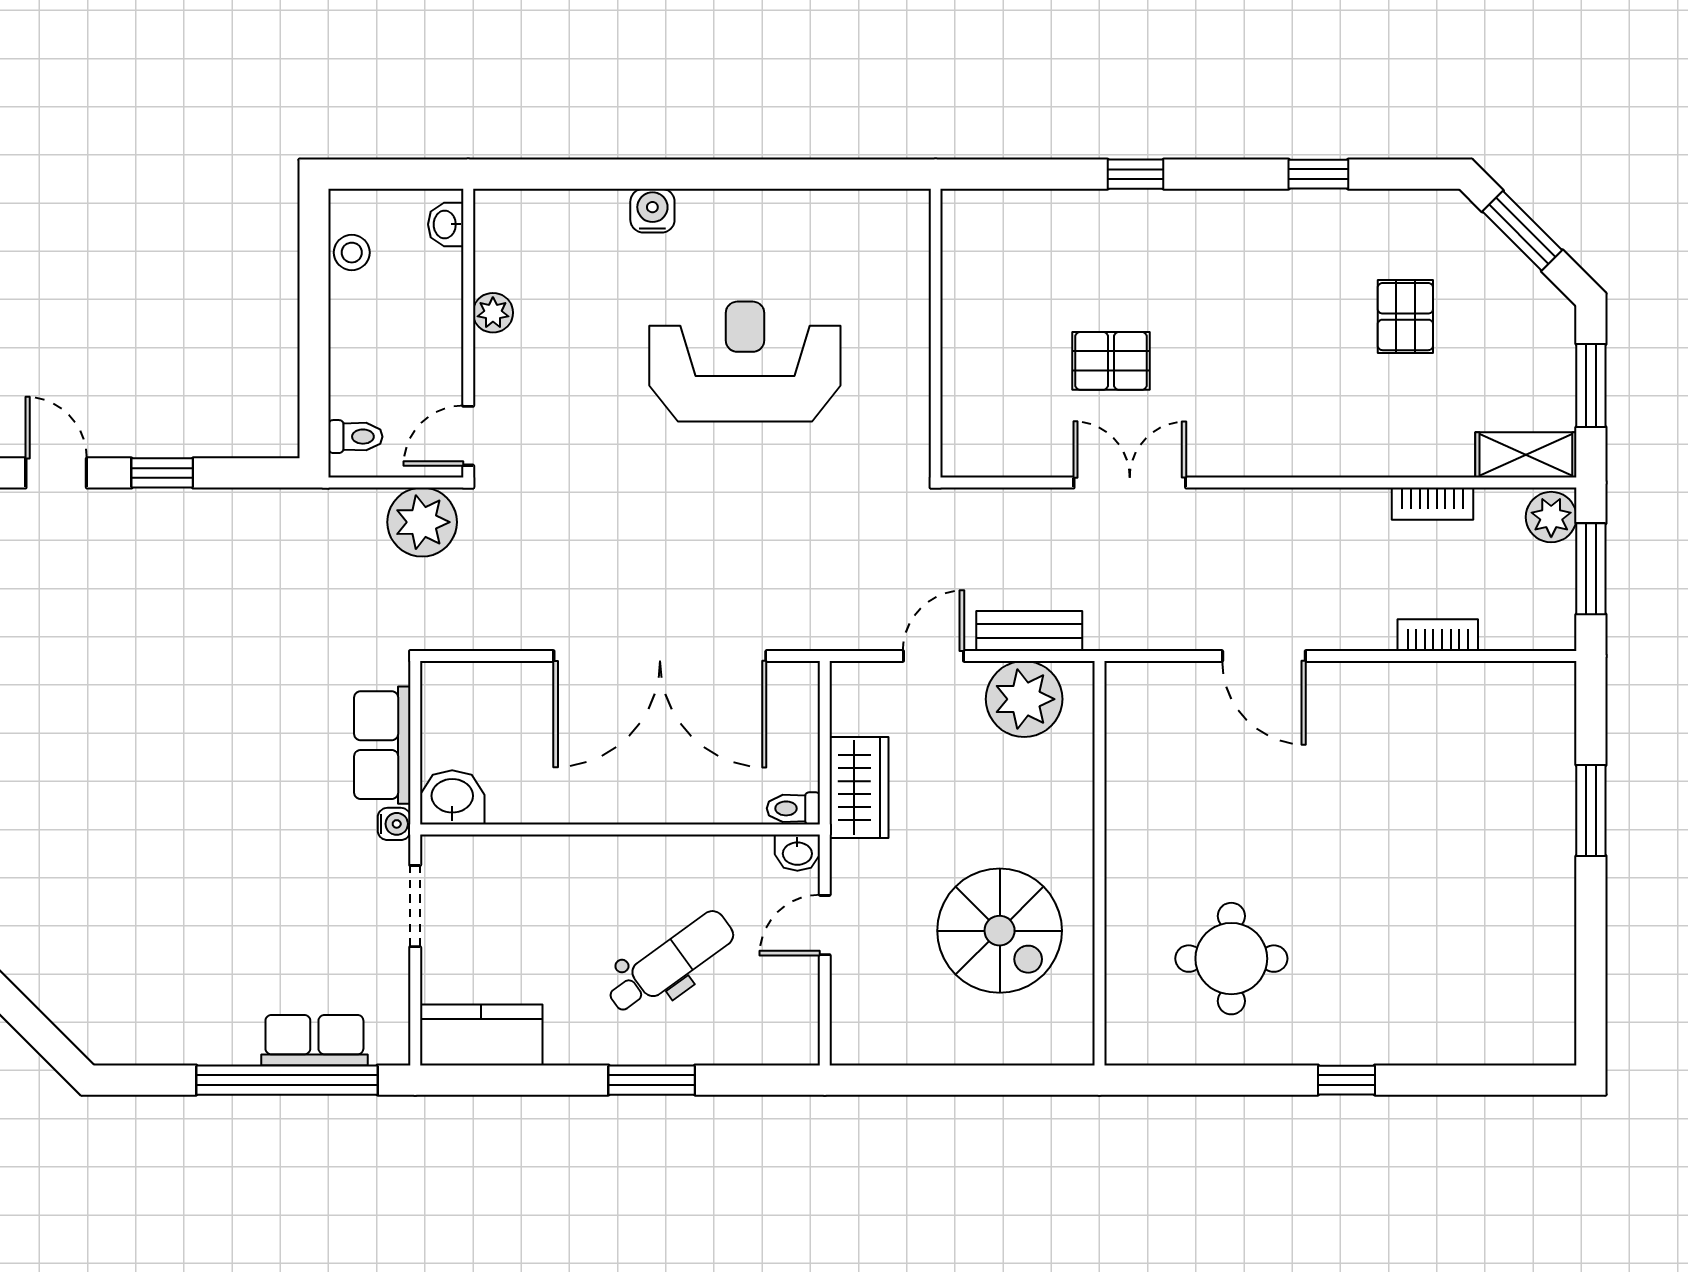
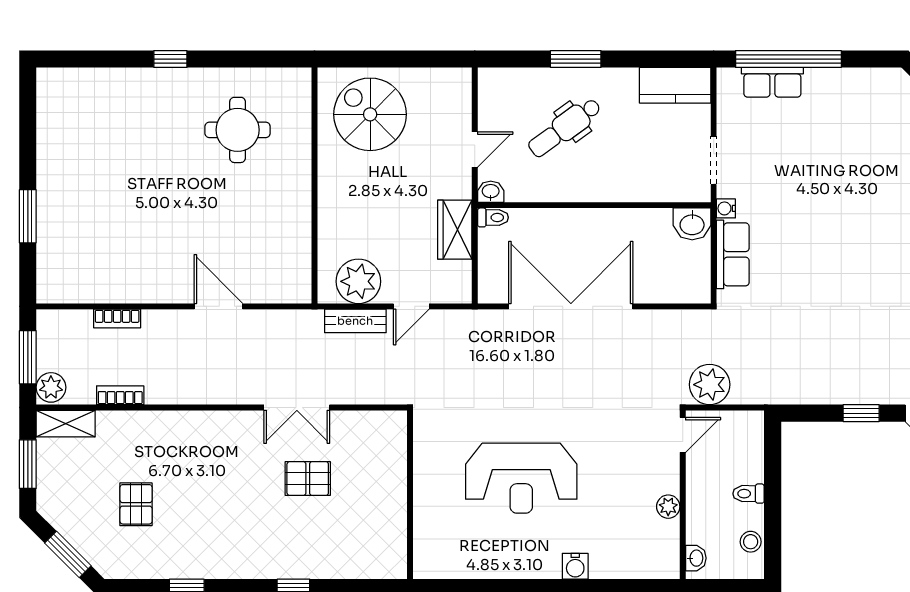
toilet: (355, 437) -> (749, 494), moved
spiral stairs: (1000, 931) -> (370, 114), moved

